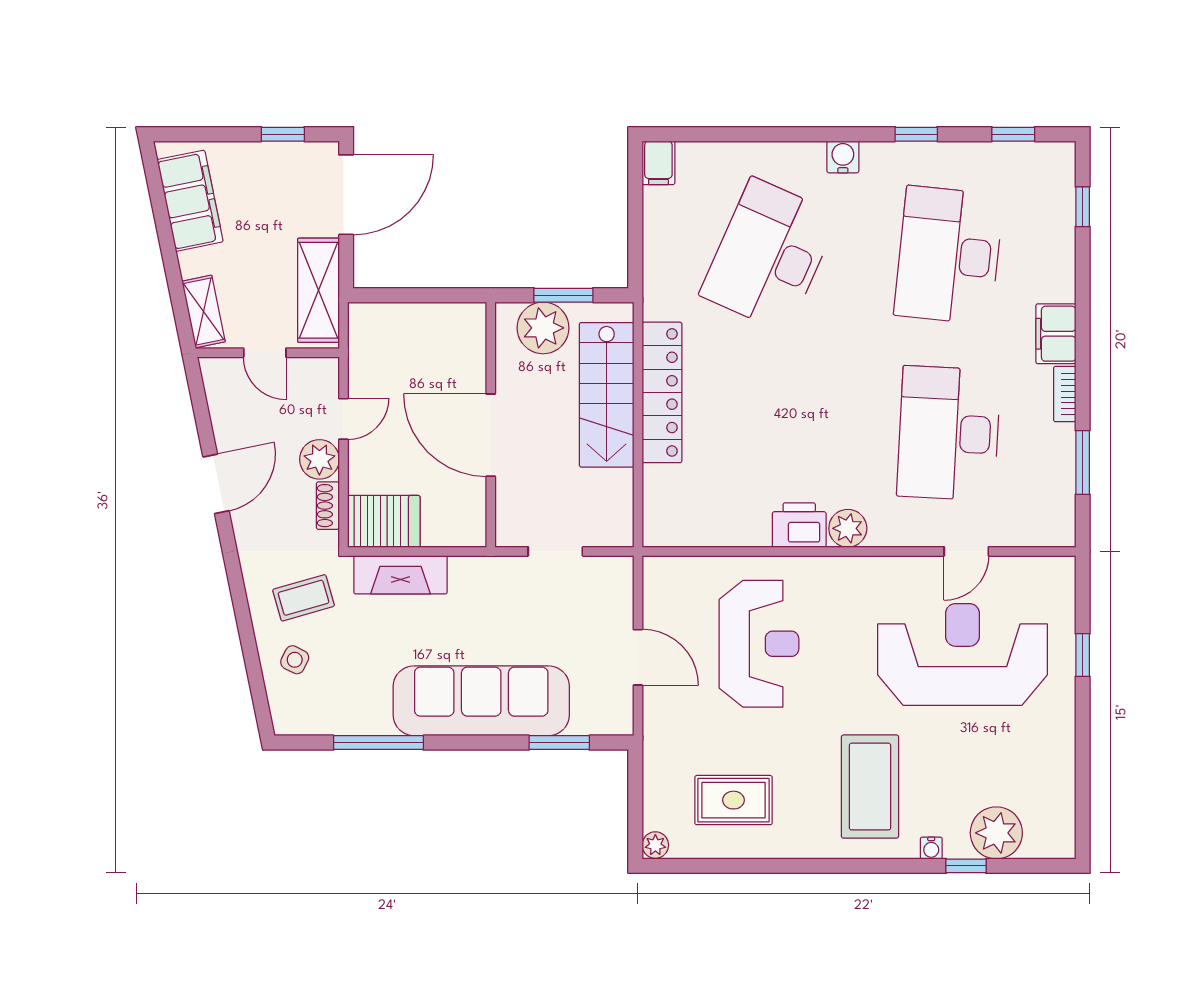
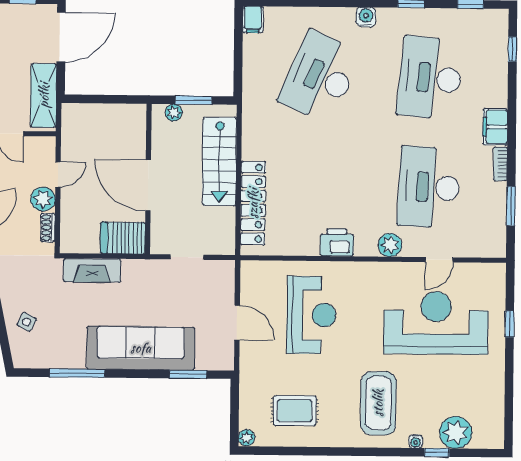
plant: (543, 328) -> (174, 113), width x0.53, depth x0.53
locker: (662, 392) -> (253, 203), moved
server rack: (384, 521) -> (123, 238), moved, turned 180
plant: (848, 528) -> (390, 245), moved
coffee table: (304, 598) -> (32, 284), removed

